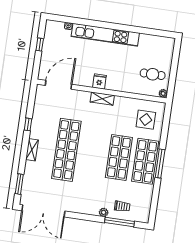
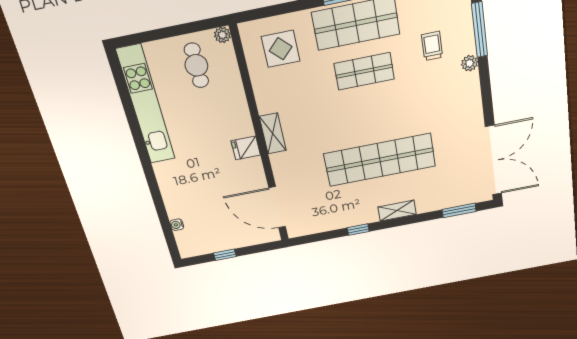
kitchen unit: (105, 35) -> (146, 105), moved
shop shelf: (119, 157) -> (364, 71), width x0.70, depth x0.74
trolley: (122, 206) -> (432, 46), moved

